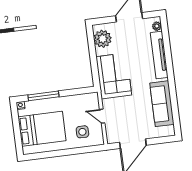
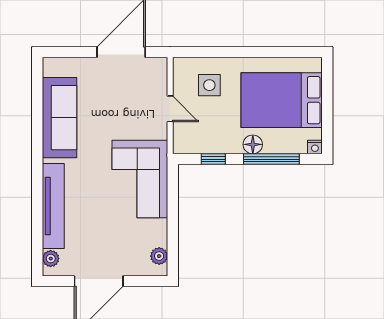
plant: (103, 39) -> (159, 256), width x0.53, depth x0.53
window: (75, 92) -> (213, 159), added
floor lamp: (55, 103) -> (253, 144), added

